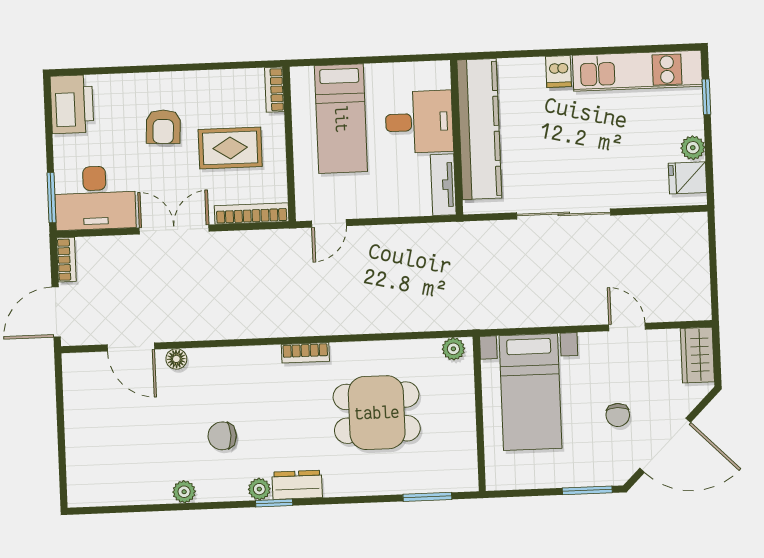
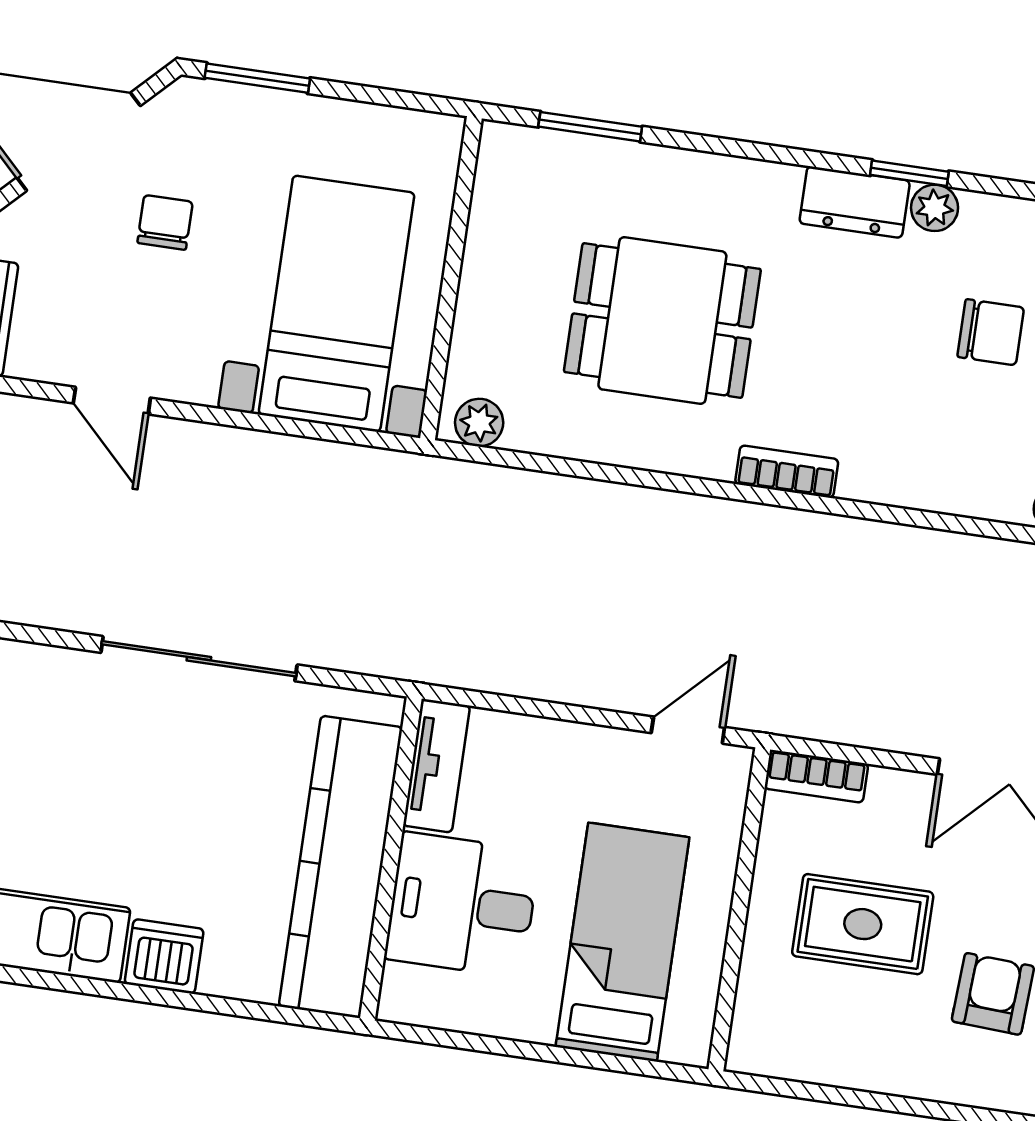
dishwasher: (559, 72) -> (164, 956), width x1.38
bookcase: (275, 90) -> (748, 1027), removed
bookcase: (252, 214) -> (816, 776), width x0.64

